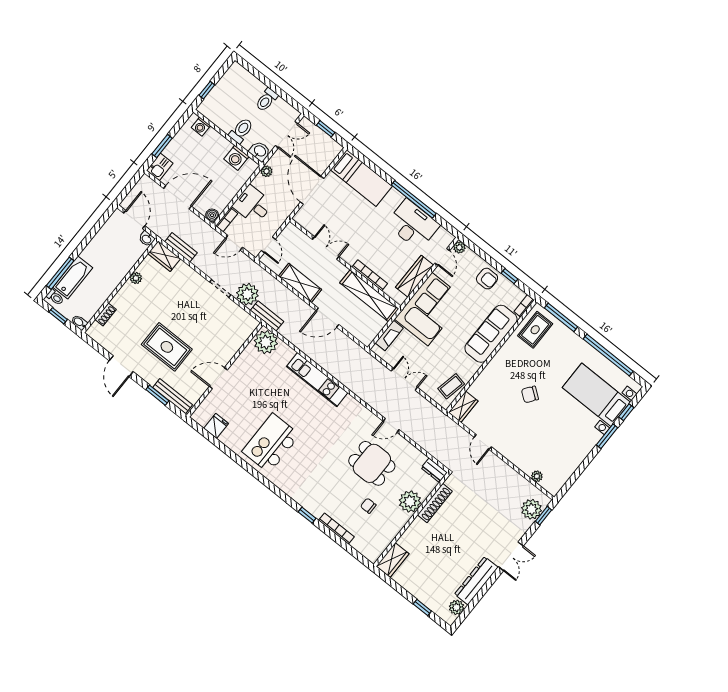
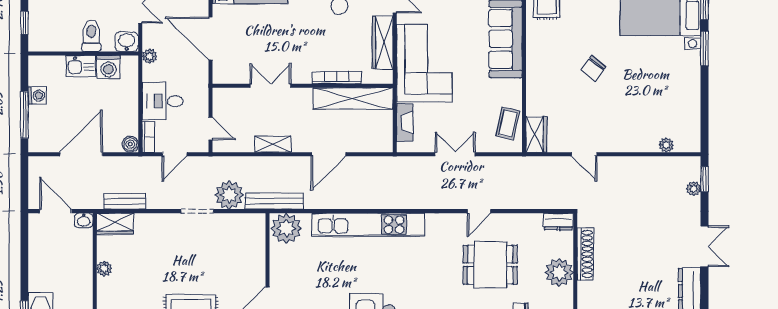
washing machine: (201, 127) -> (37, 95), moved, turned -90
window: (162, 146) -> (24, 115), width x1.44
kitchen sink: (160, 167) -> (81, 66), moved, turned 90
shelving: (300, 283) -> (273, 144), width x0.67, depth x0.75
bench: (267, 316) -> (274, 201), width x1.36
kitchen unit: (317, 380) -> (368, 225), width x1.36
plant: (531, 509) -> (694, 189), width x0.53, depth x0.53

